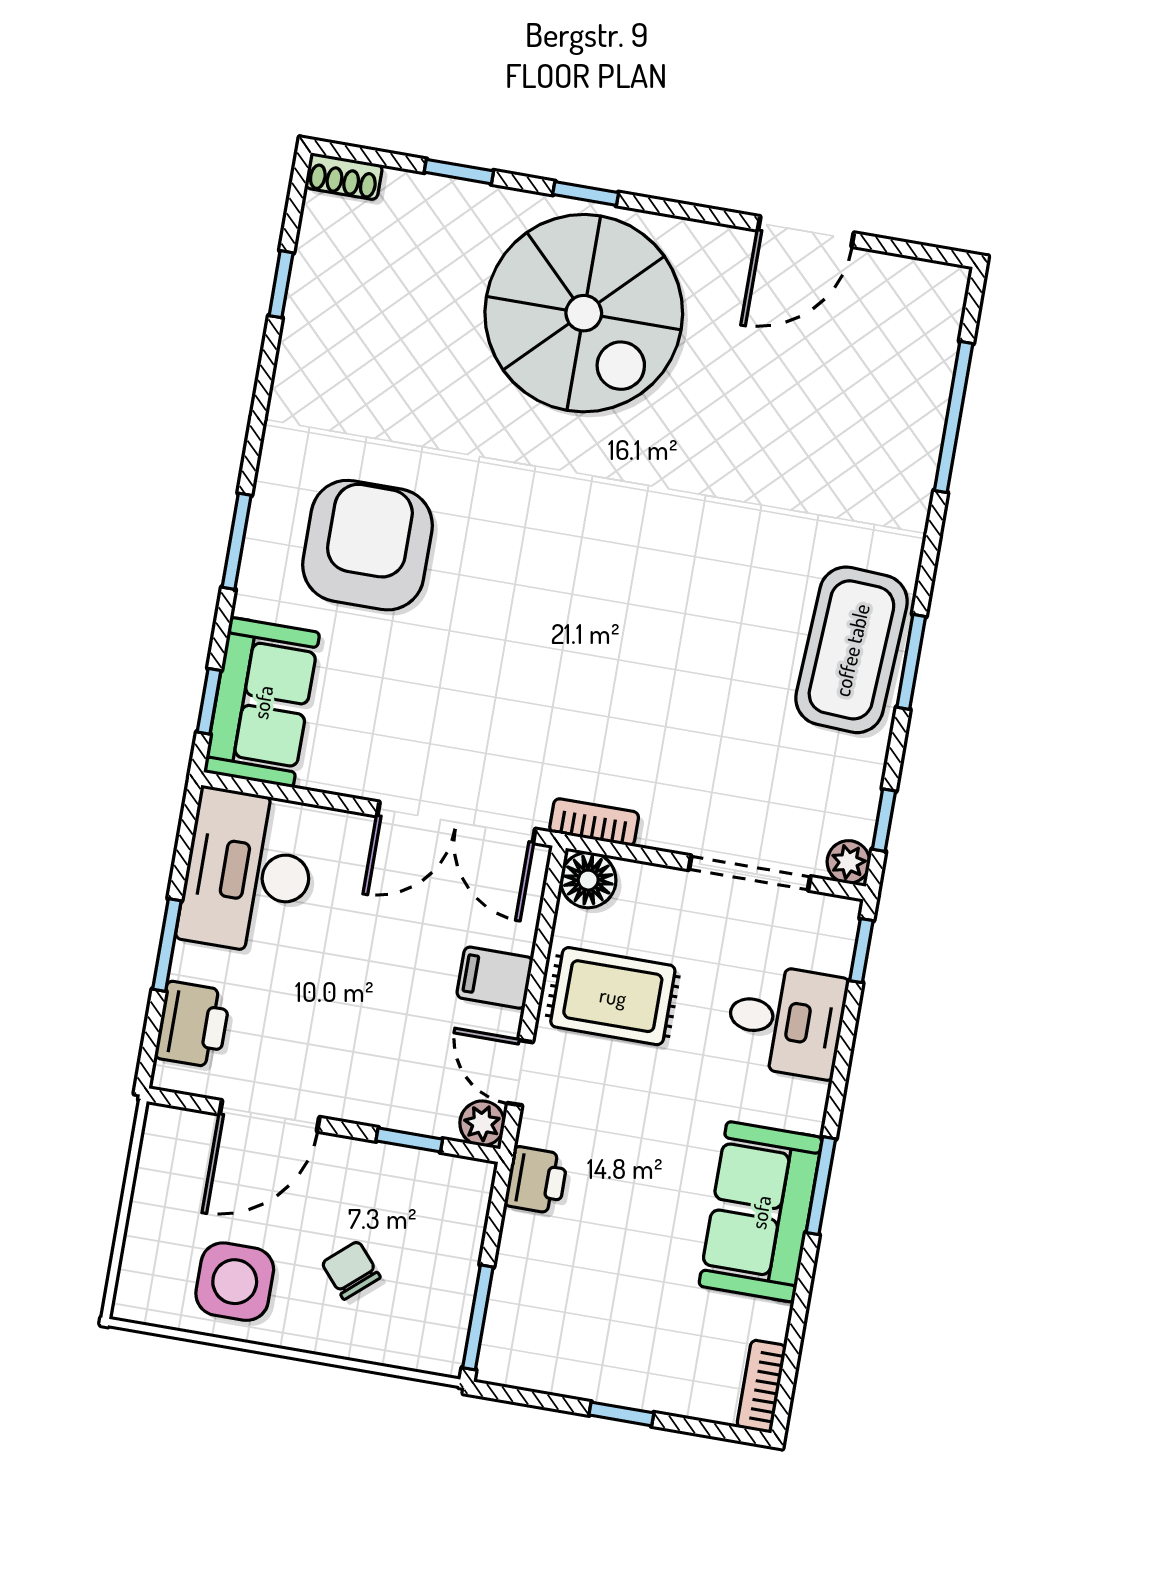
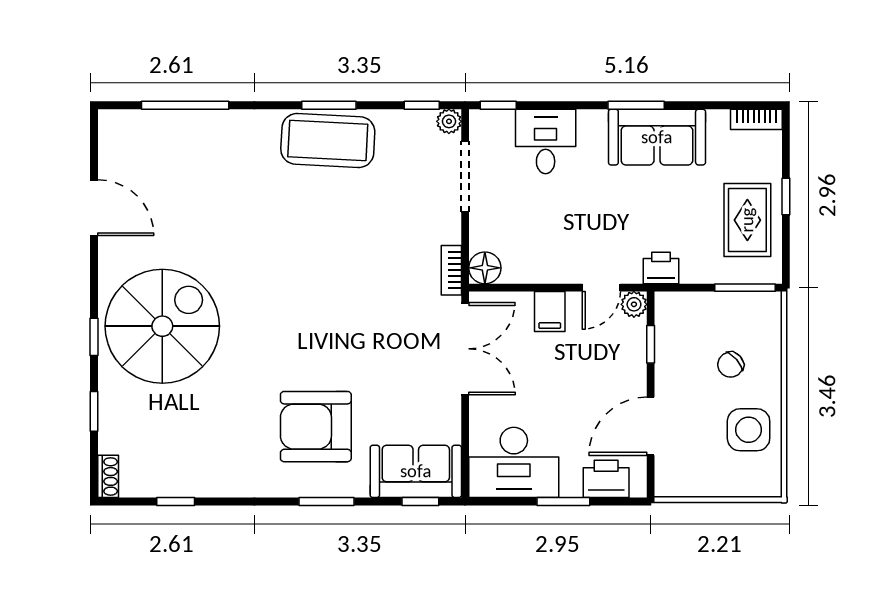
rug: (613, 996) -> (747, 220), moved
door: (270, 1116) -> (651, 426), swing flipped

